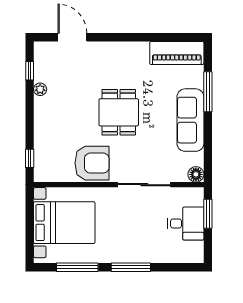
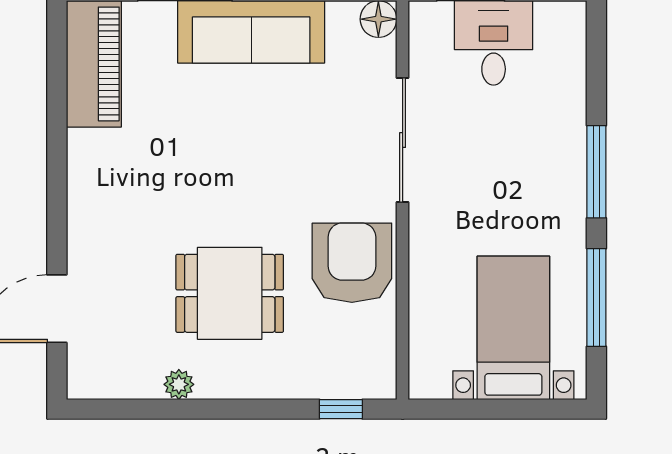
window: (30, 71) -> (136, 409), removed
dining table: (119, 112) -> (230, 293), moved
bed with nightstands: (64, 223) -> (513, 328), width x0.73

